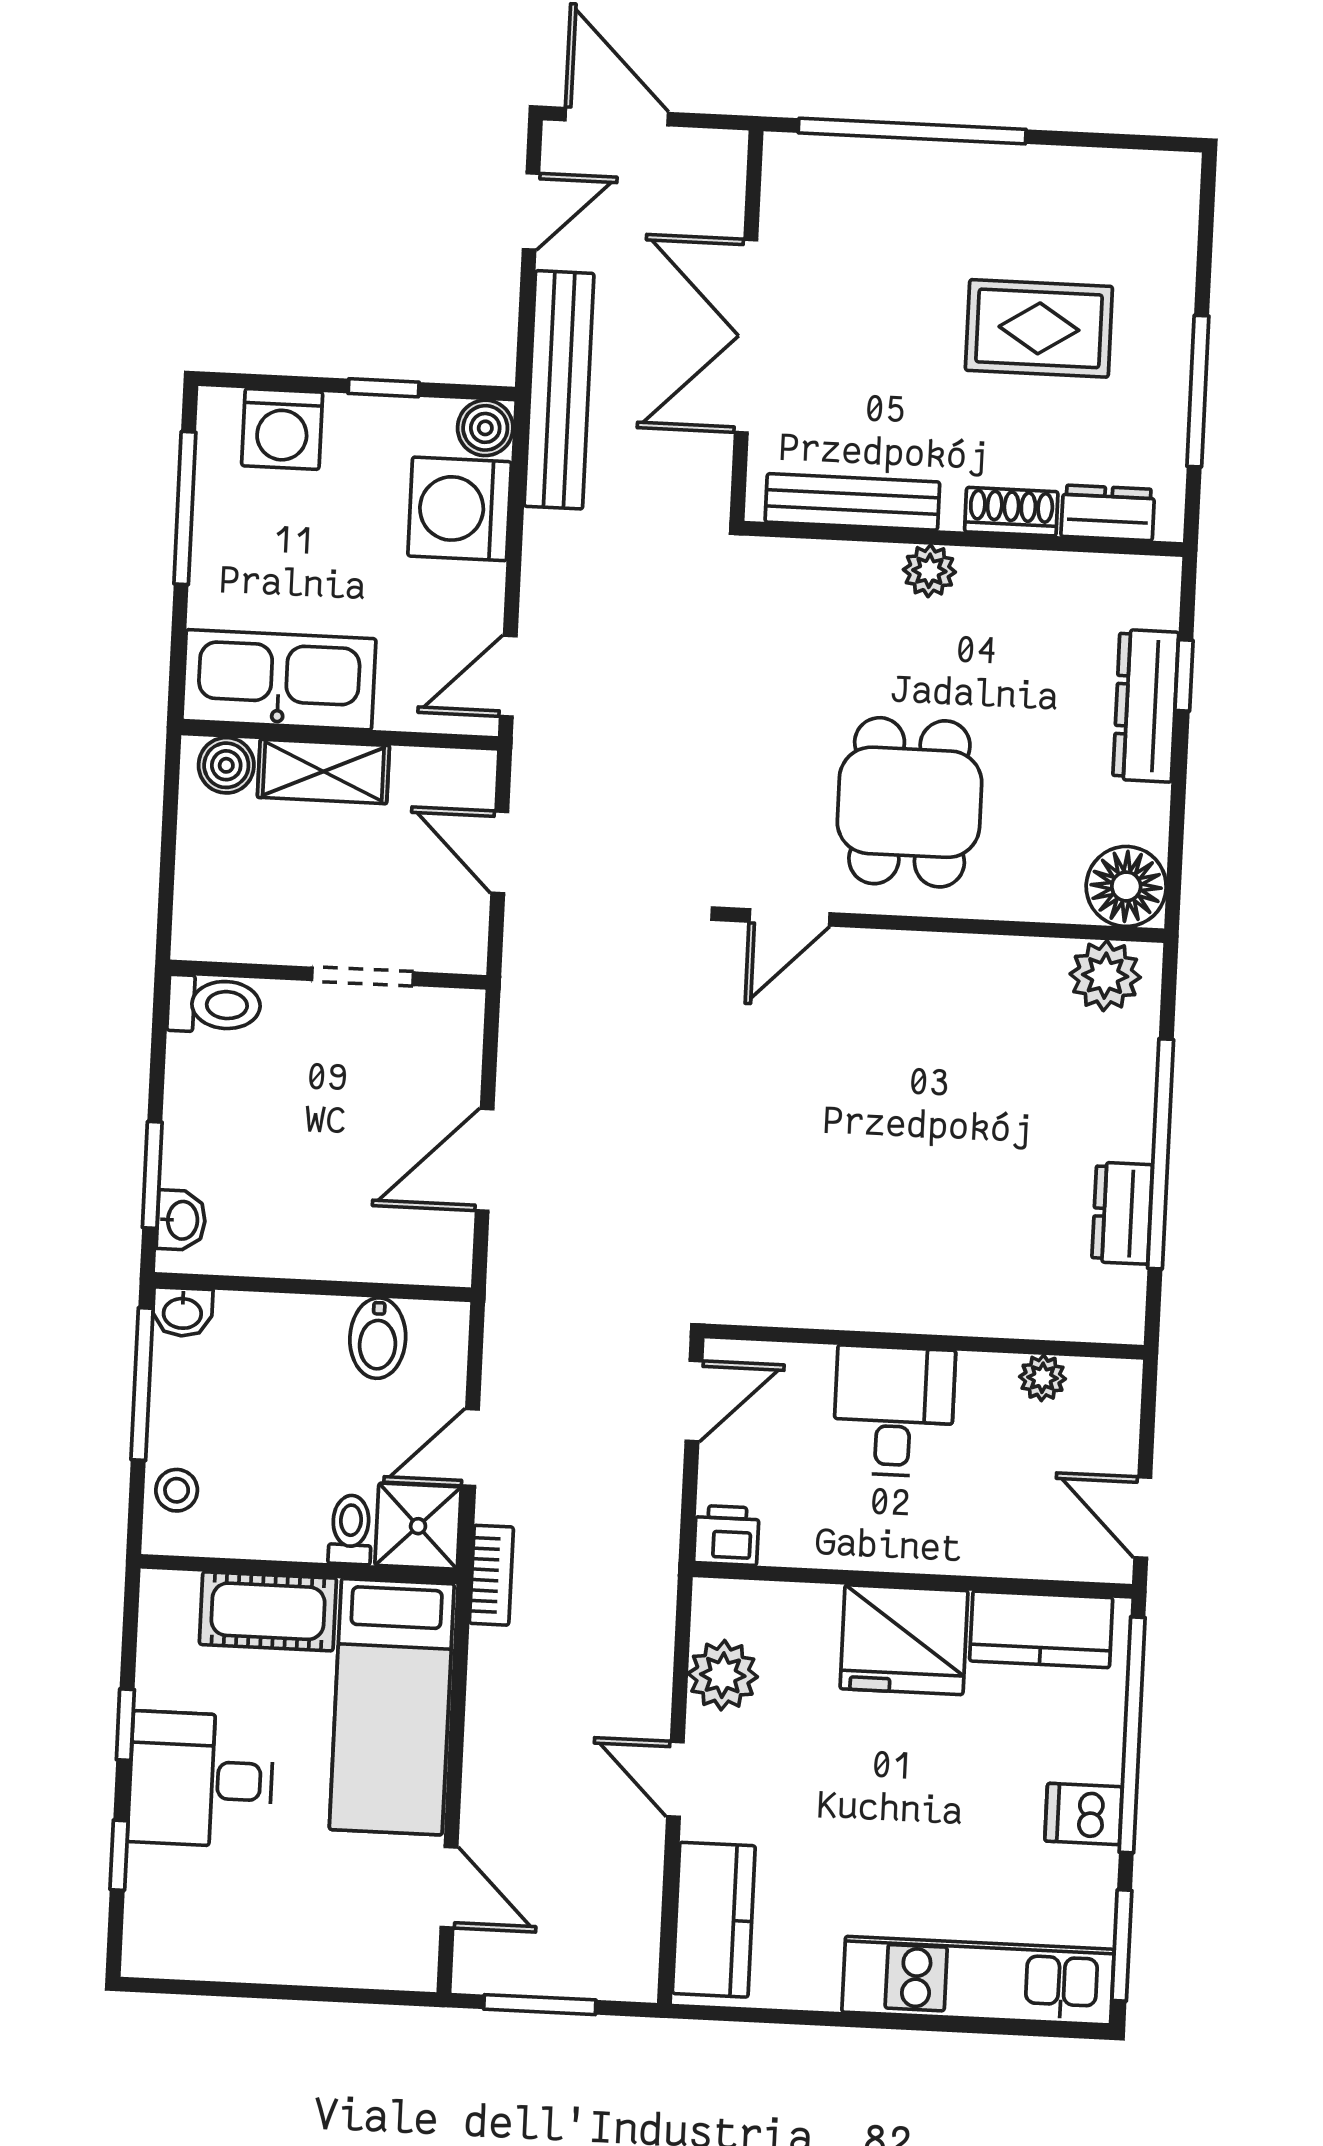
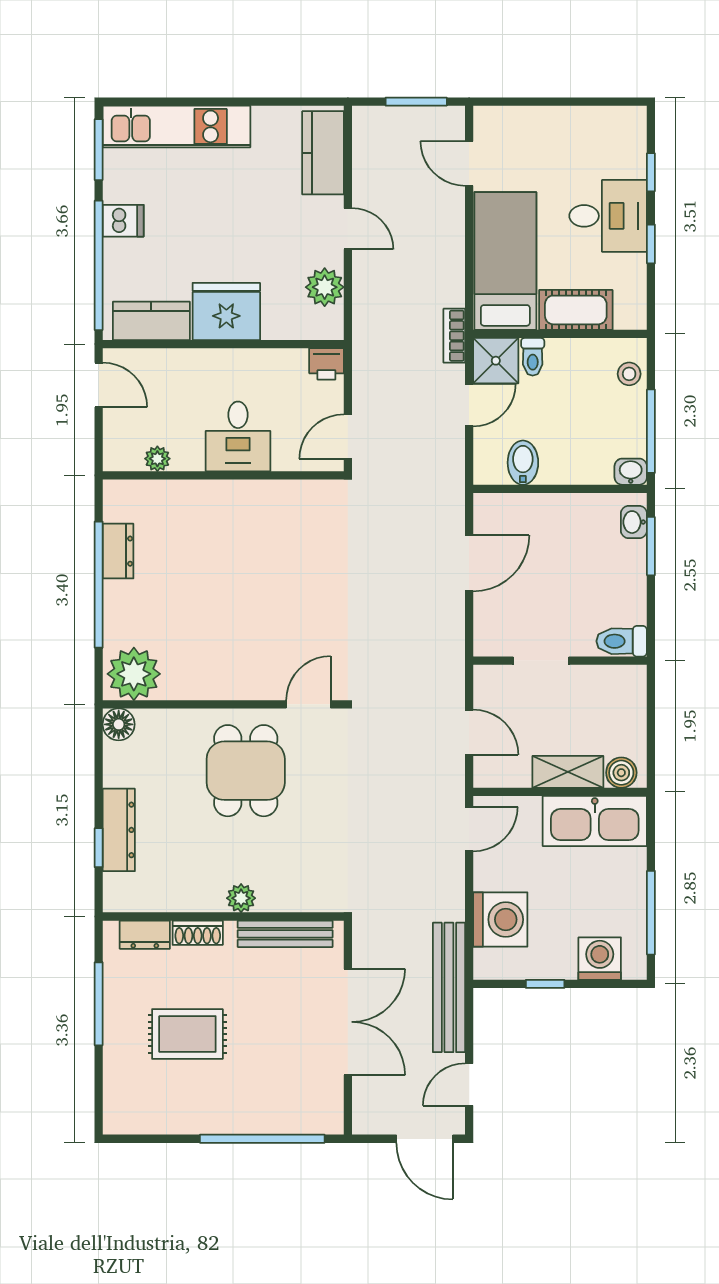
boiler: (485, 428) -> (488, 965), removed
floor lamp: (1126, 886) -> (119, 724), width x0.73, depth x0.73
plant: (1105, 976) -> (134, 674), width x1.36, depth x1.36

